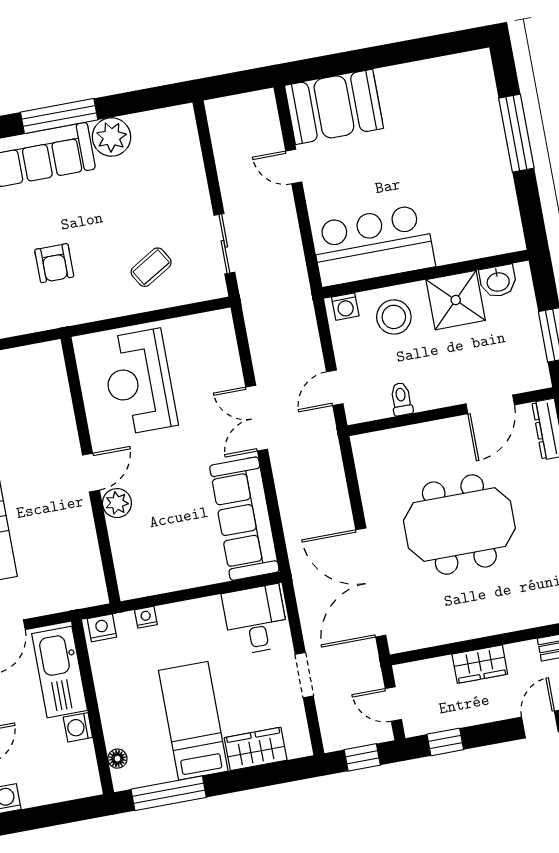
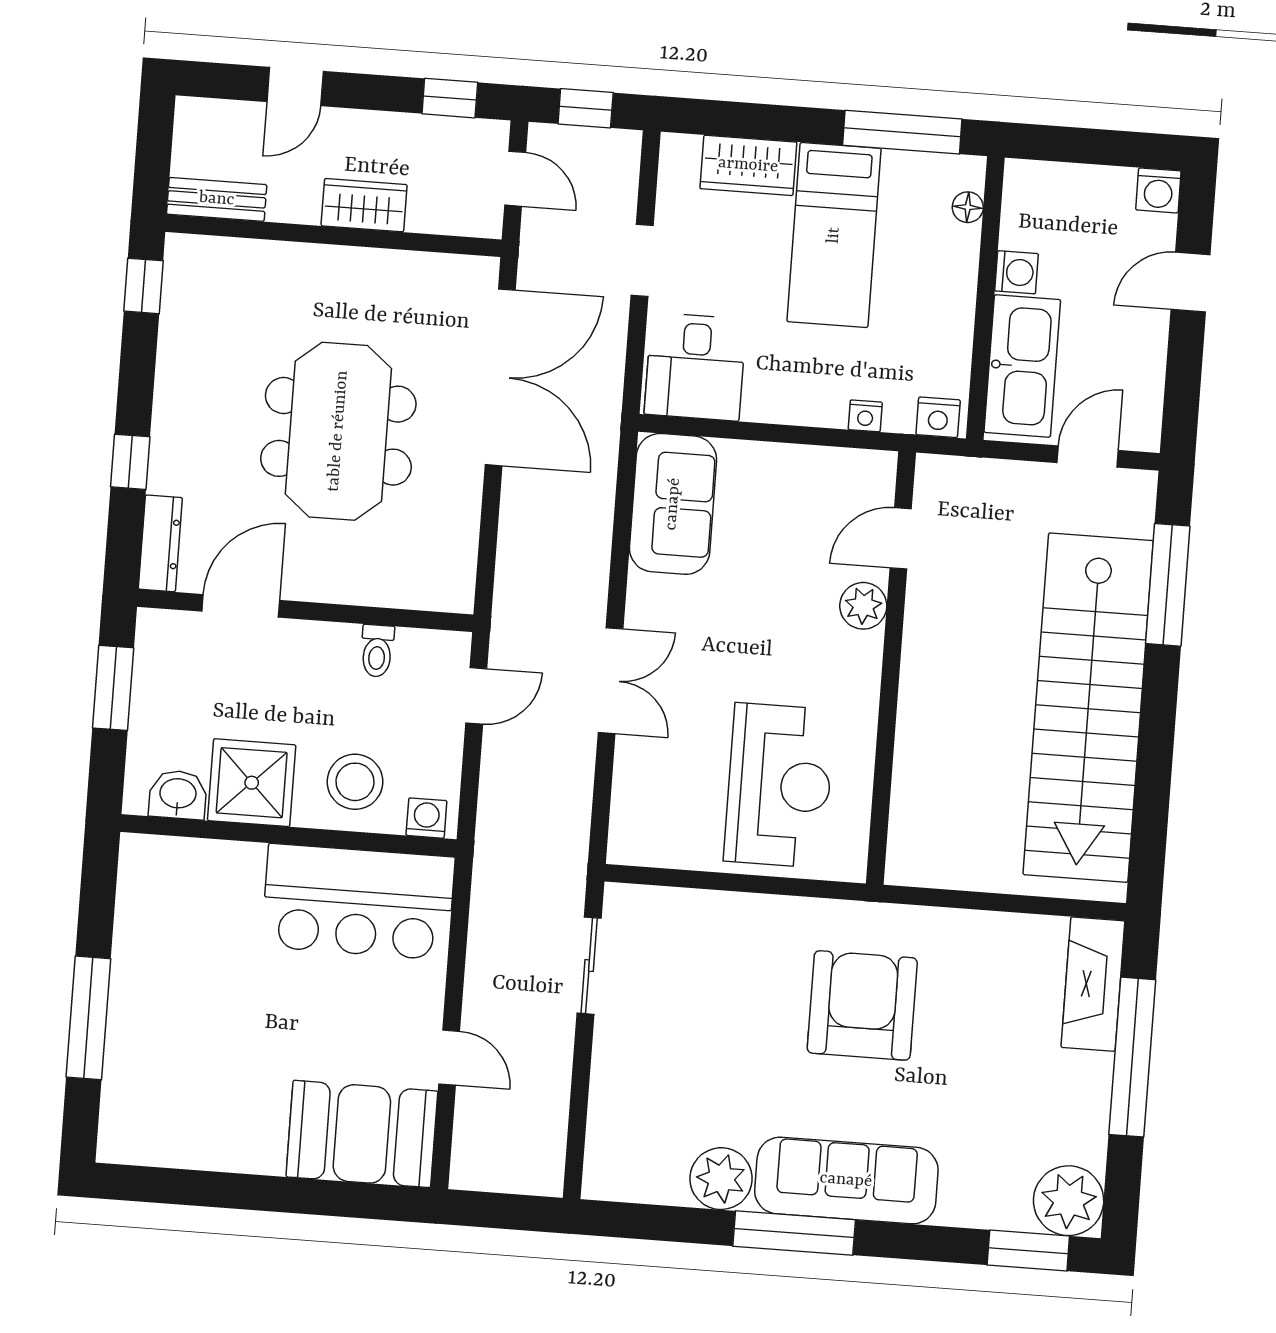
armchair: (54, 263) -> (862, 1005), width x1.88, depth x1.88
coffee table: (151, 267) -> (713, 959), removed
door: (91, 473) -> (901, 538), moved
sofa: (244, 519) -> (673, 504), width x0.73
meeting table: (459, 525) -> (338, 431), turned 90

